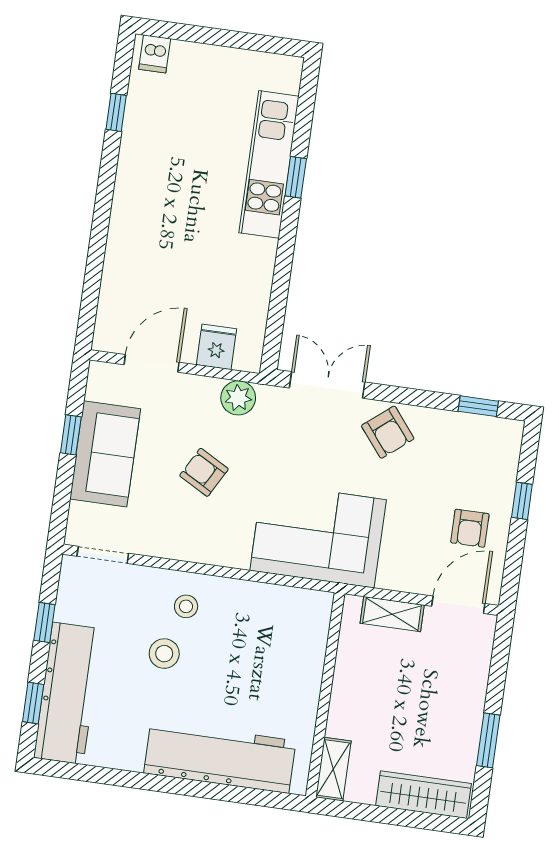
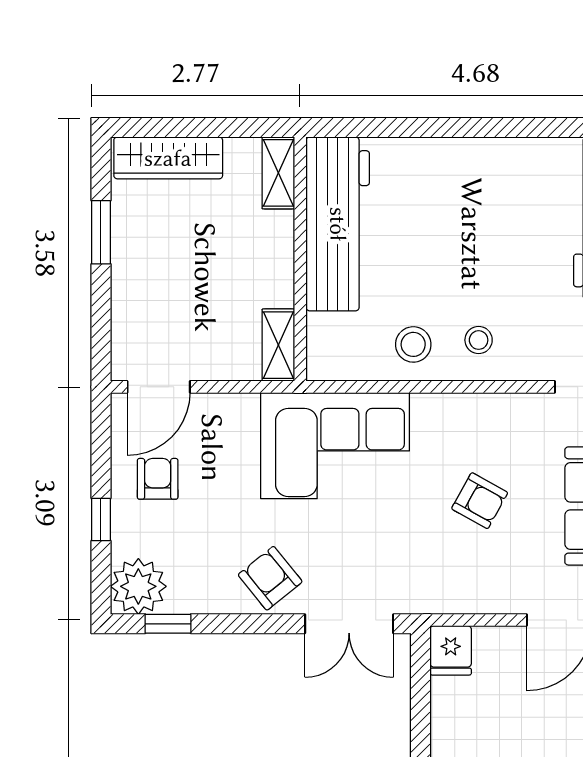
fridge: (217, 347) -> (451, 650), moved
plant: (238, 398) -> (138, 586), moved, width x1.36, depth x1.36
shelving: (392, 614) -> (278, 345), moved, turned 90
stool: (164, 654) -> (413, 344), moved
workbench: (220, 757) -> (338, 224), moved, turned -90

